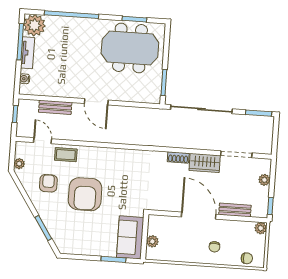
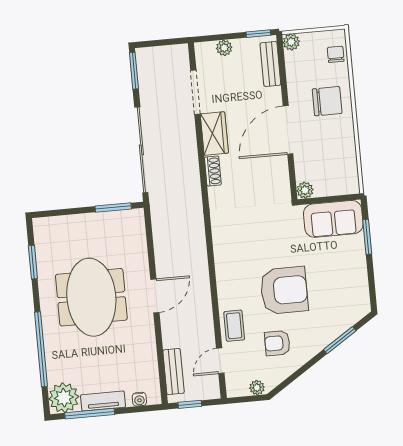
meeting table: (130, 48) -> (91, 297), moved
bench: (55, 107) -> (174, 372), moved
bench: (235, 210) -> (270, 64), moved
plant: (152, 241) -> (305, 190), moved
chair: (214, 247) -> (327, 101), width x1.87, depth x1.87

